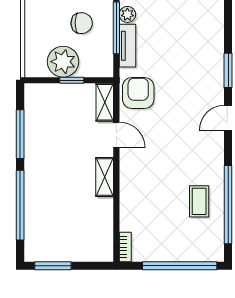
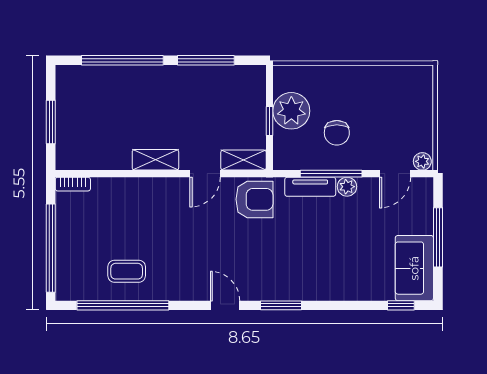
window: (53, 266) -> (51, 122), moved

